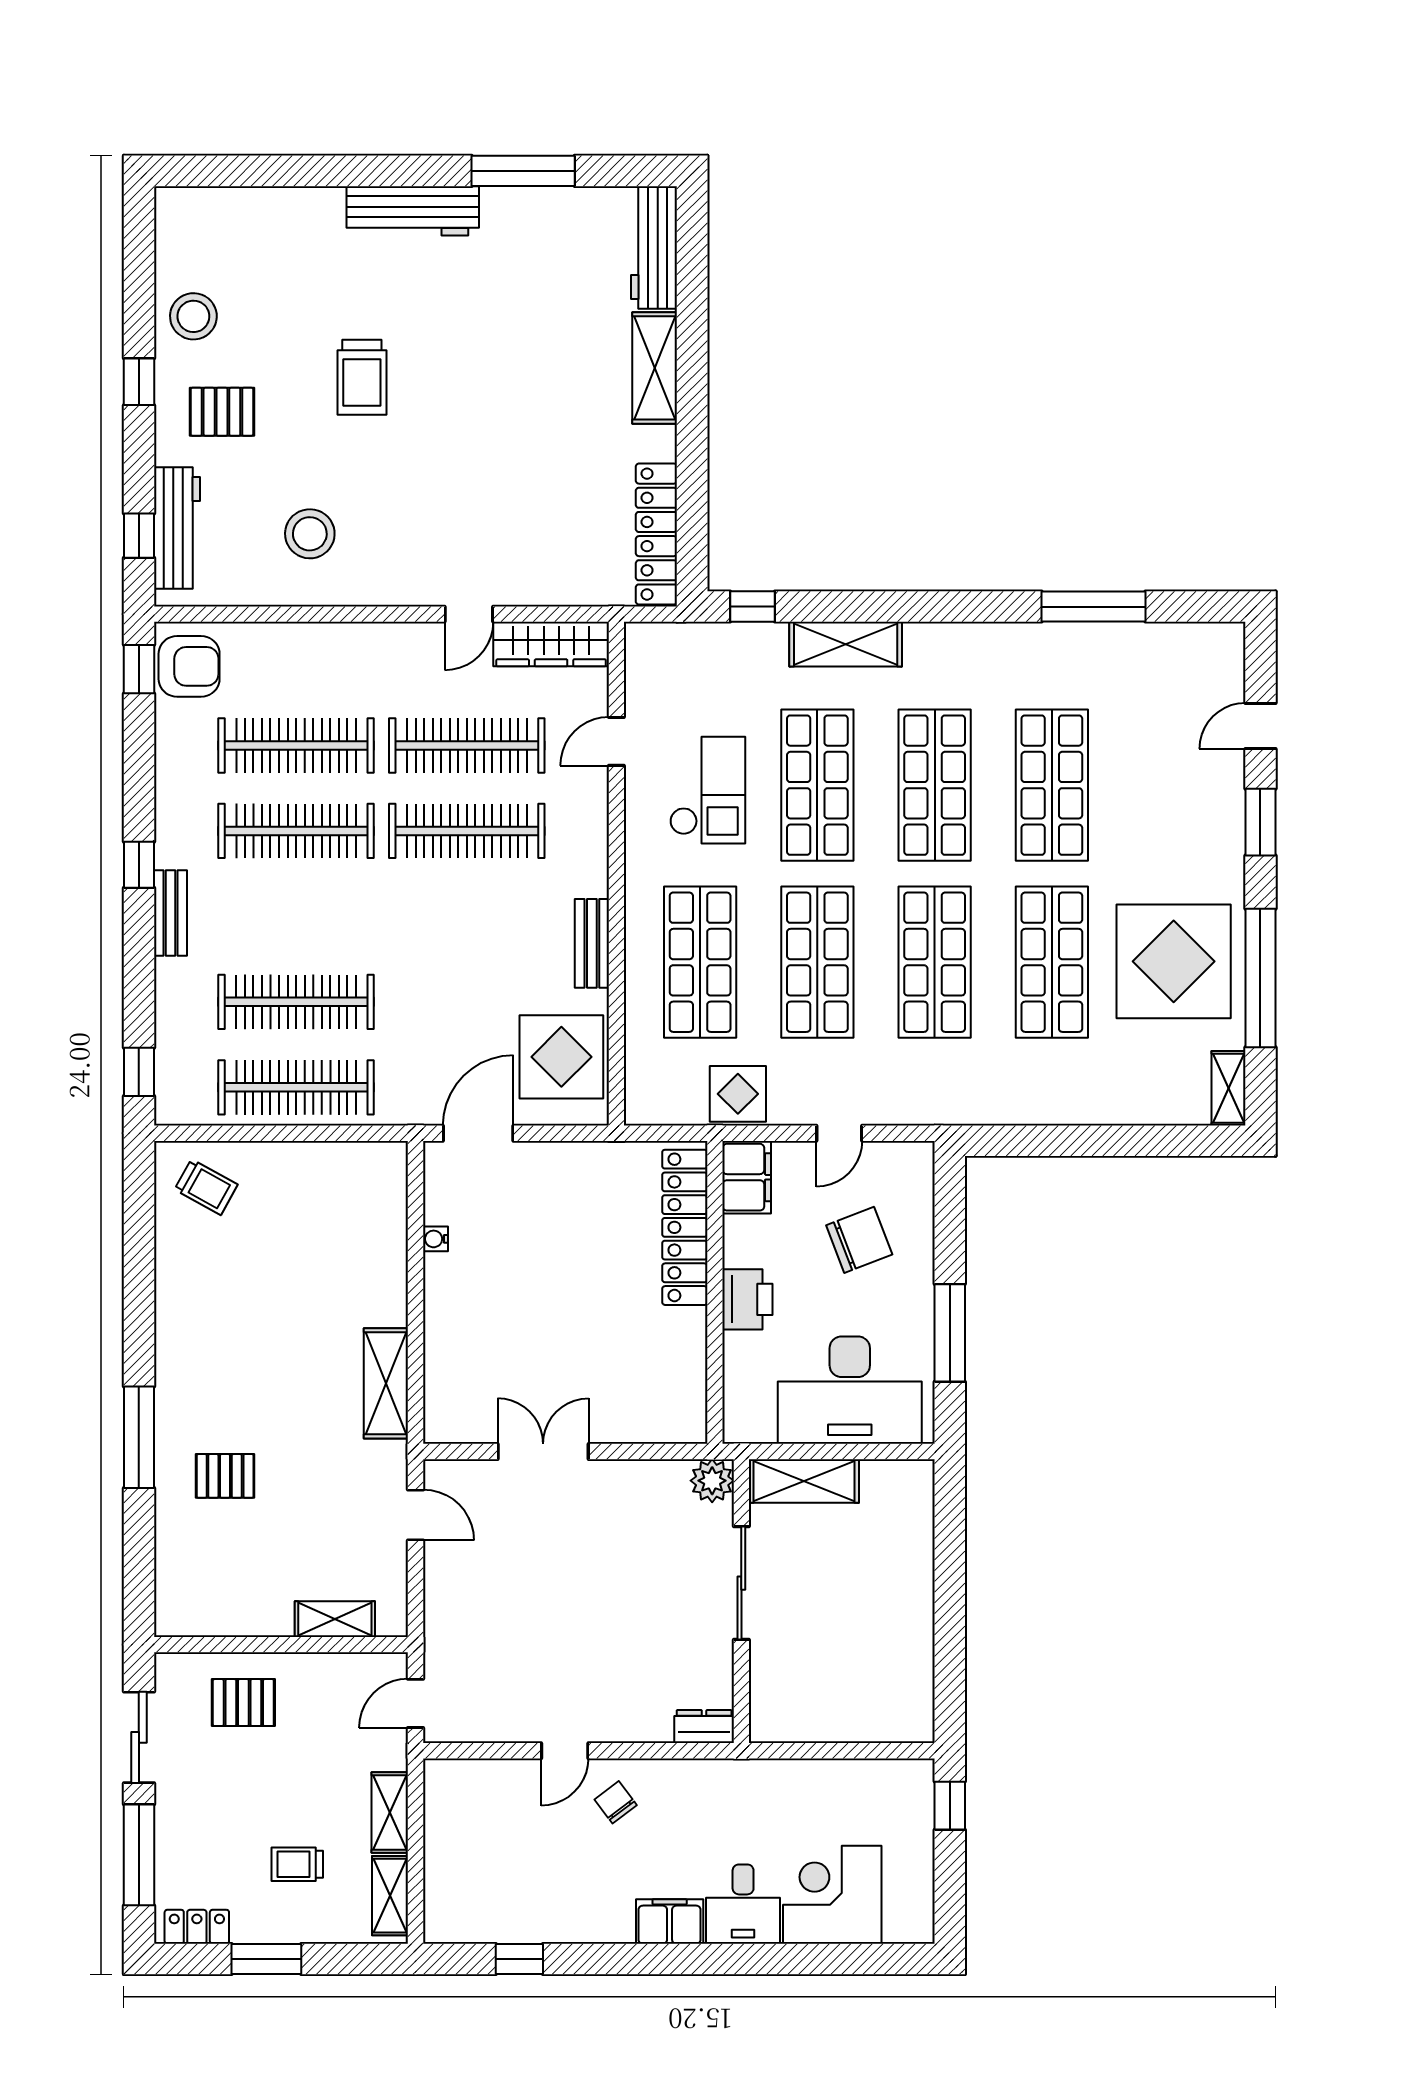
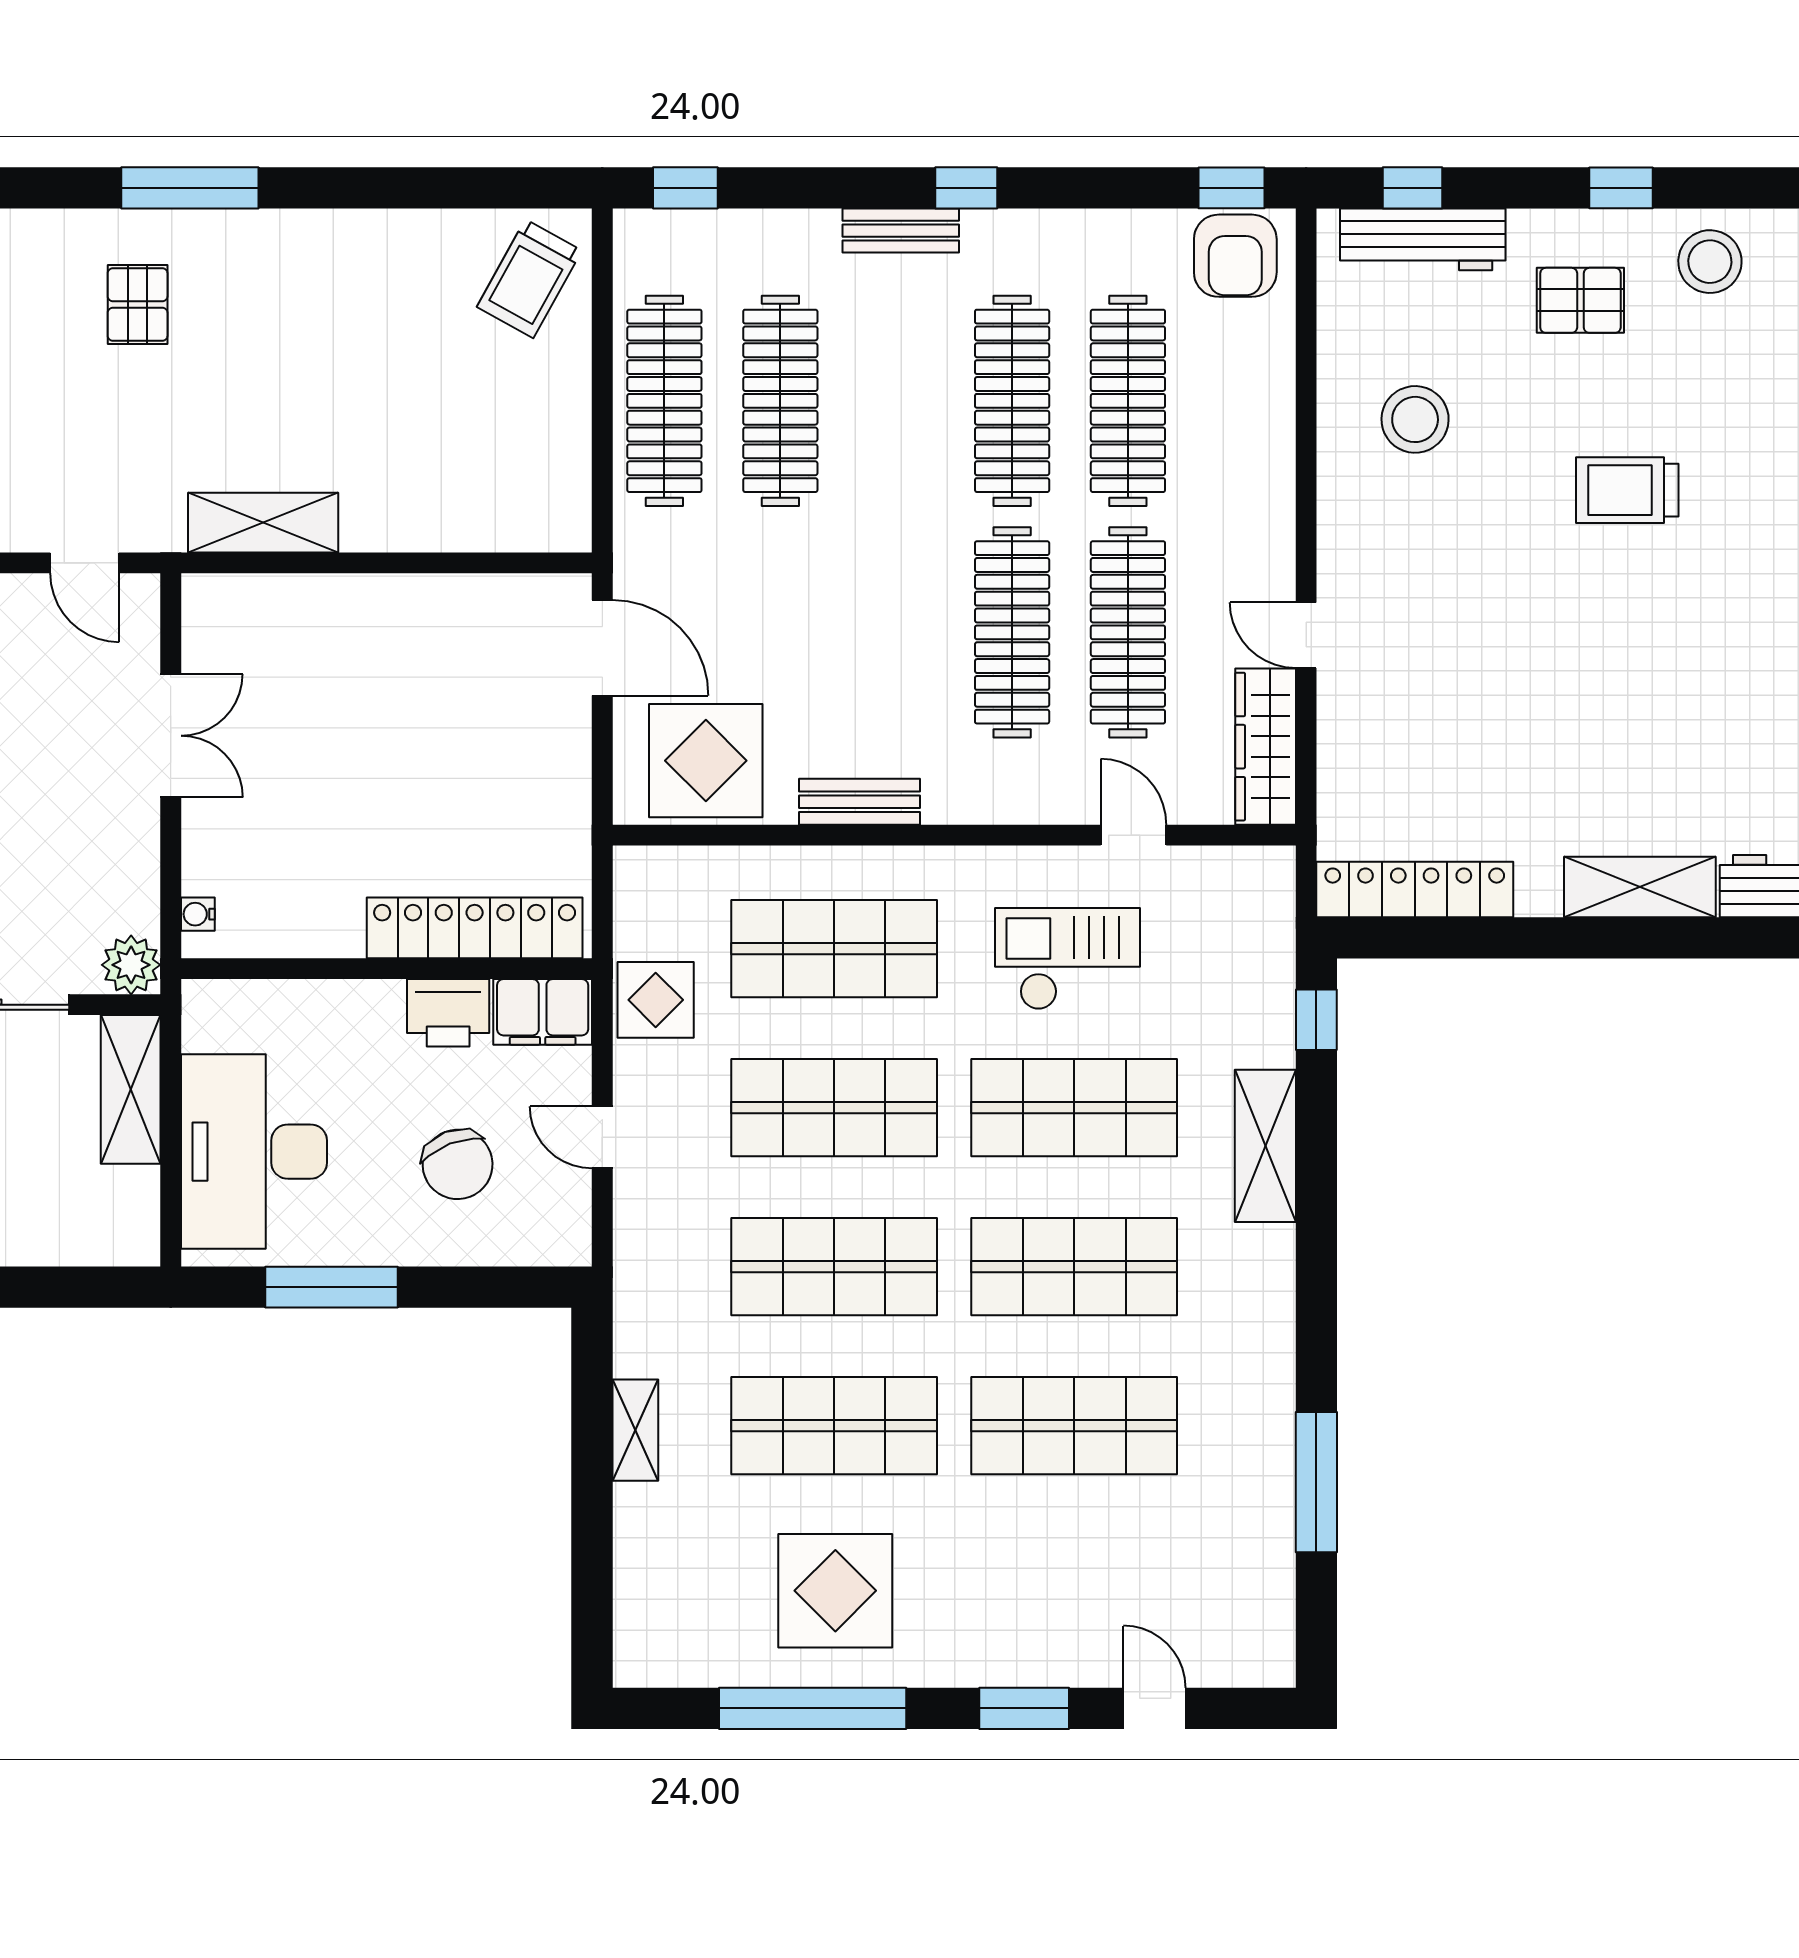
pallet: (222, 412) -> (1580, 300), turned 90
checkout: (708, 790) -> (1067, 959), turned 180
display table: (1174, 961) -> (835, 1591), width x0.73, depth x0.73
shelving: (1228, 1088) -> (635, 1430), moved, turned 90
trolley: (206, 1187) -> (529, 279), width x1.36, depth x1.39
water cooler: (436, 1239) -> (198, 914), moved, turned -90
printer: (747, 1299) -> (448, 1013), moved
door: (416, 1515) -> (85, 563), hinge flipped

